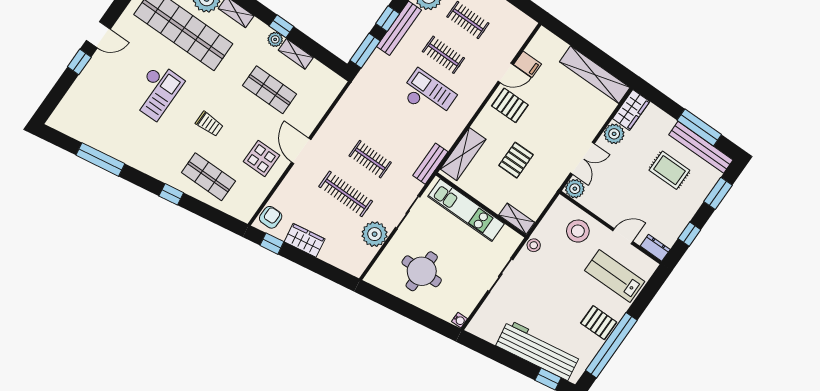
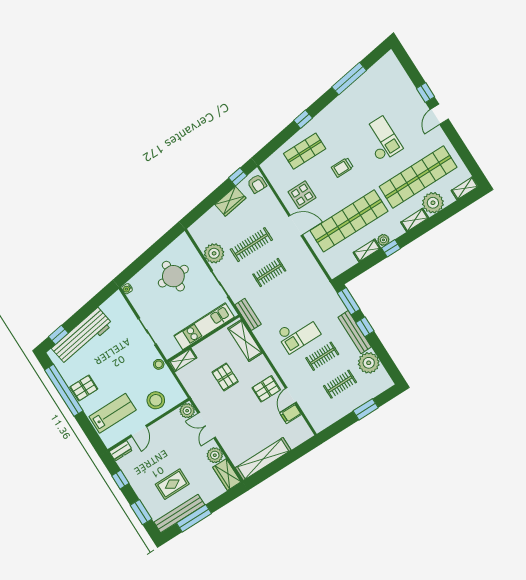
shop shelf: (270, 90) -> (349, 221), width x2.00, depth x1.36
checkout: (157, 91) -> (381, 139), turned 180

